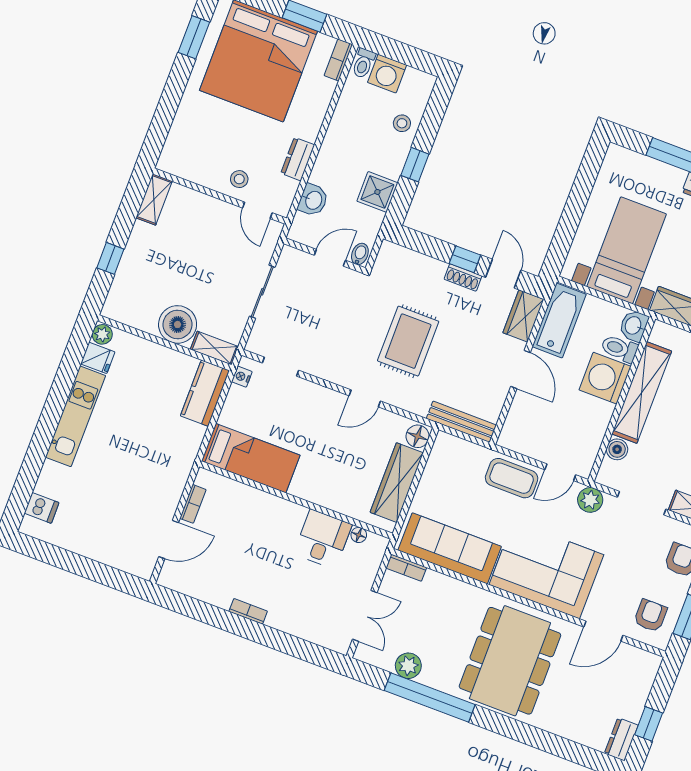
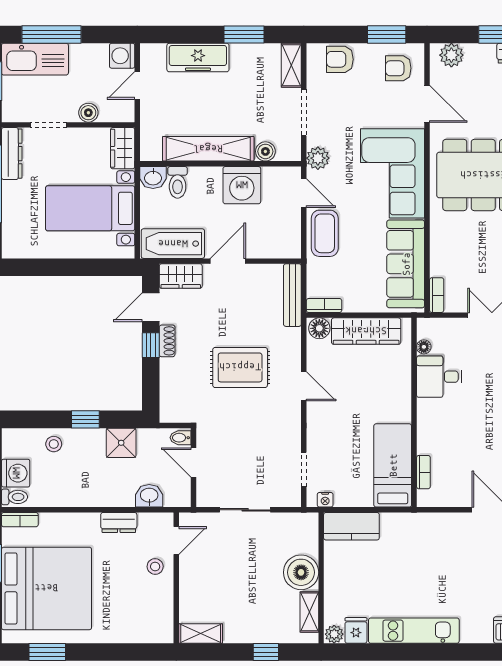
shelving: (214, 348) -> (309, 612), moved
washing machine: (605, 378) -> (242, 185), moved
bookcase: (439, 450) -> (324, 305), added
bookcase: (193, 504) -> (423, 472), moved, turned 90
plant: (643, 674) -> (451, 55), added

